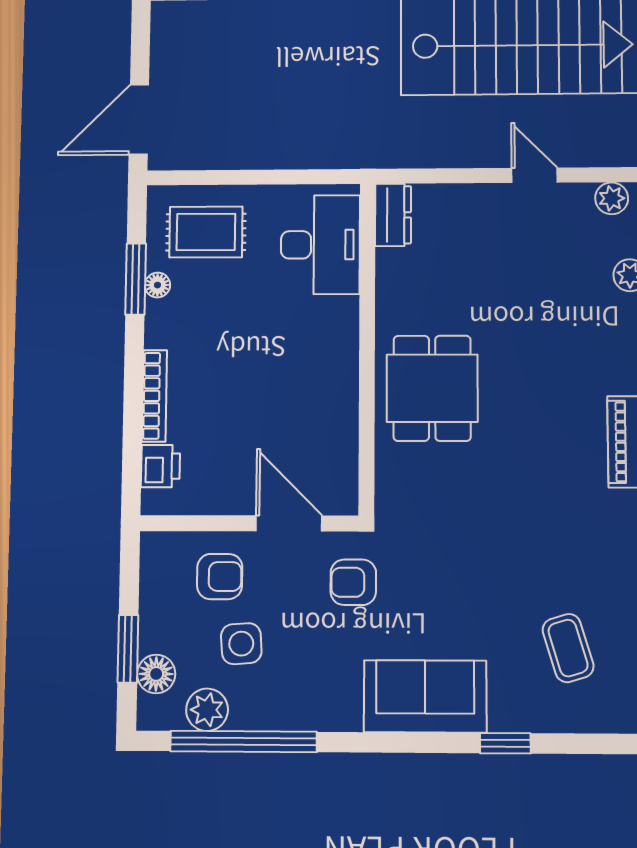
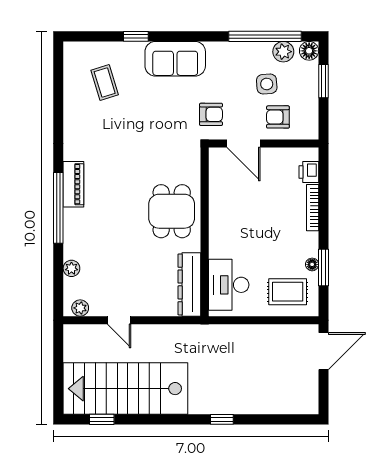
dresser: (393, 215) -> (189, 284), width x1.96, depth x1.24
floor lamp: (156, 674) -> (309, 51), moved

